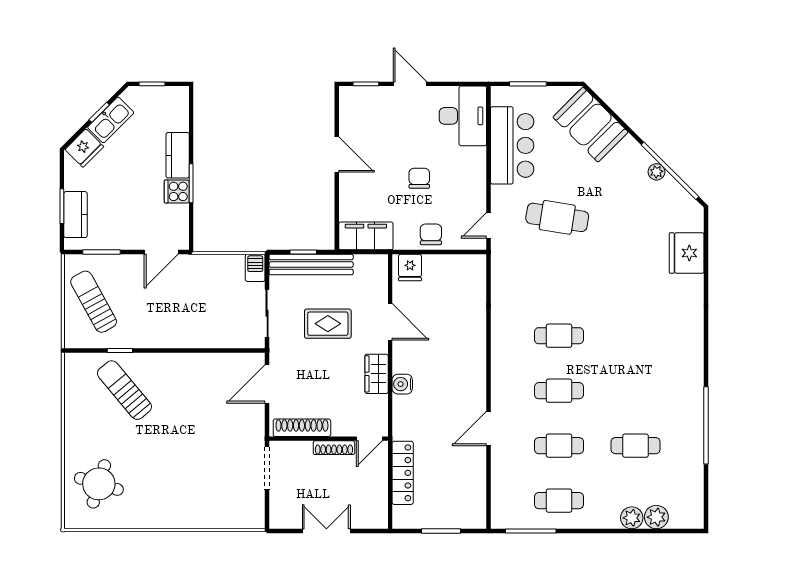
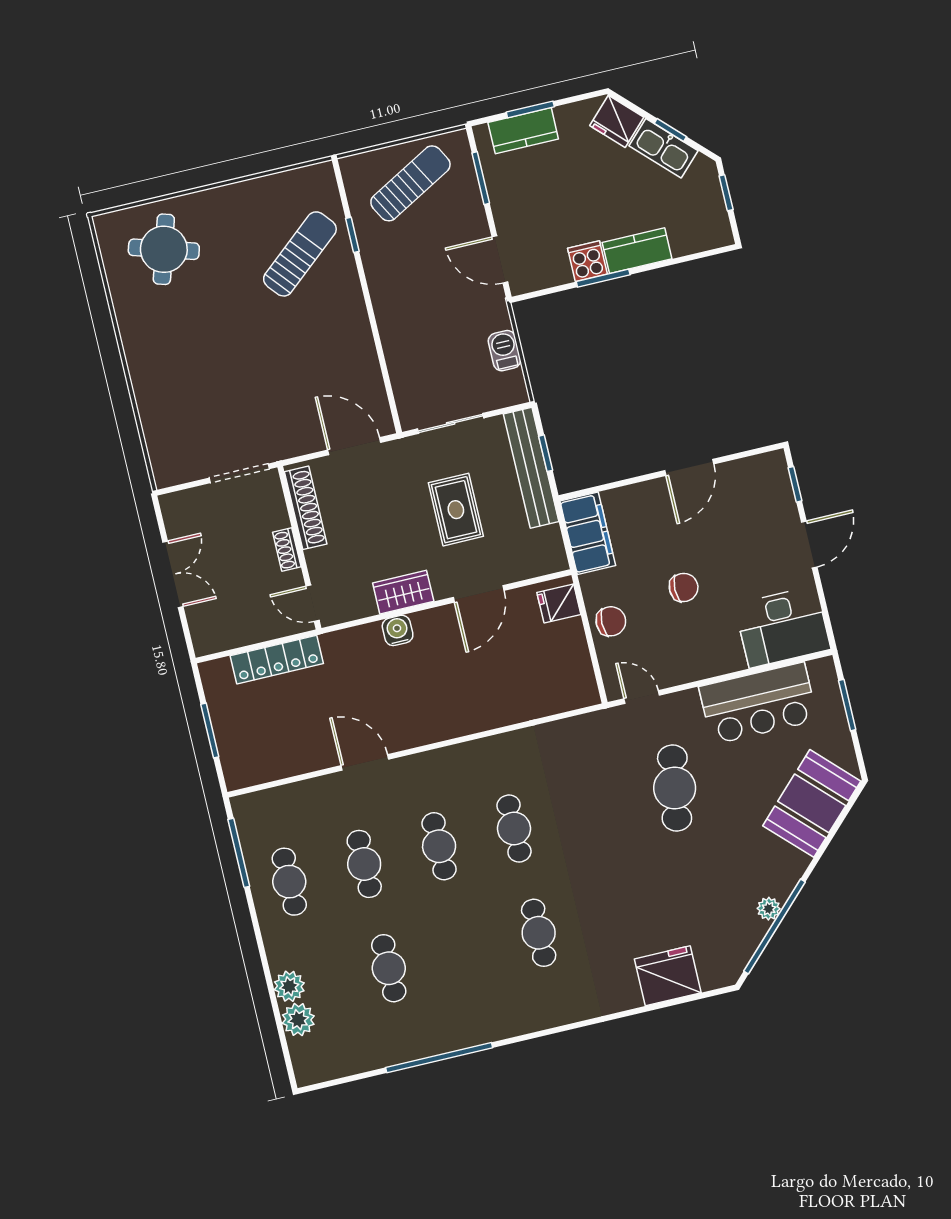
barbecue: (255, 268) -> (504, 351), moved, turned -90
cafe table: (636, 336) -> (539, 933), added
shoe rack: (334, 448) -> (287, 550), width x0.70

